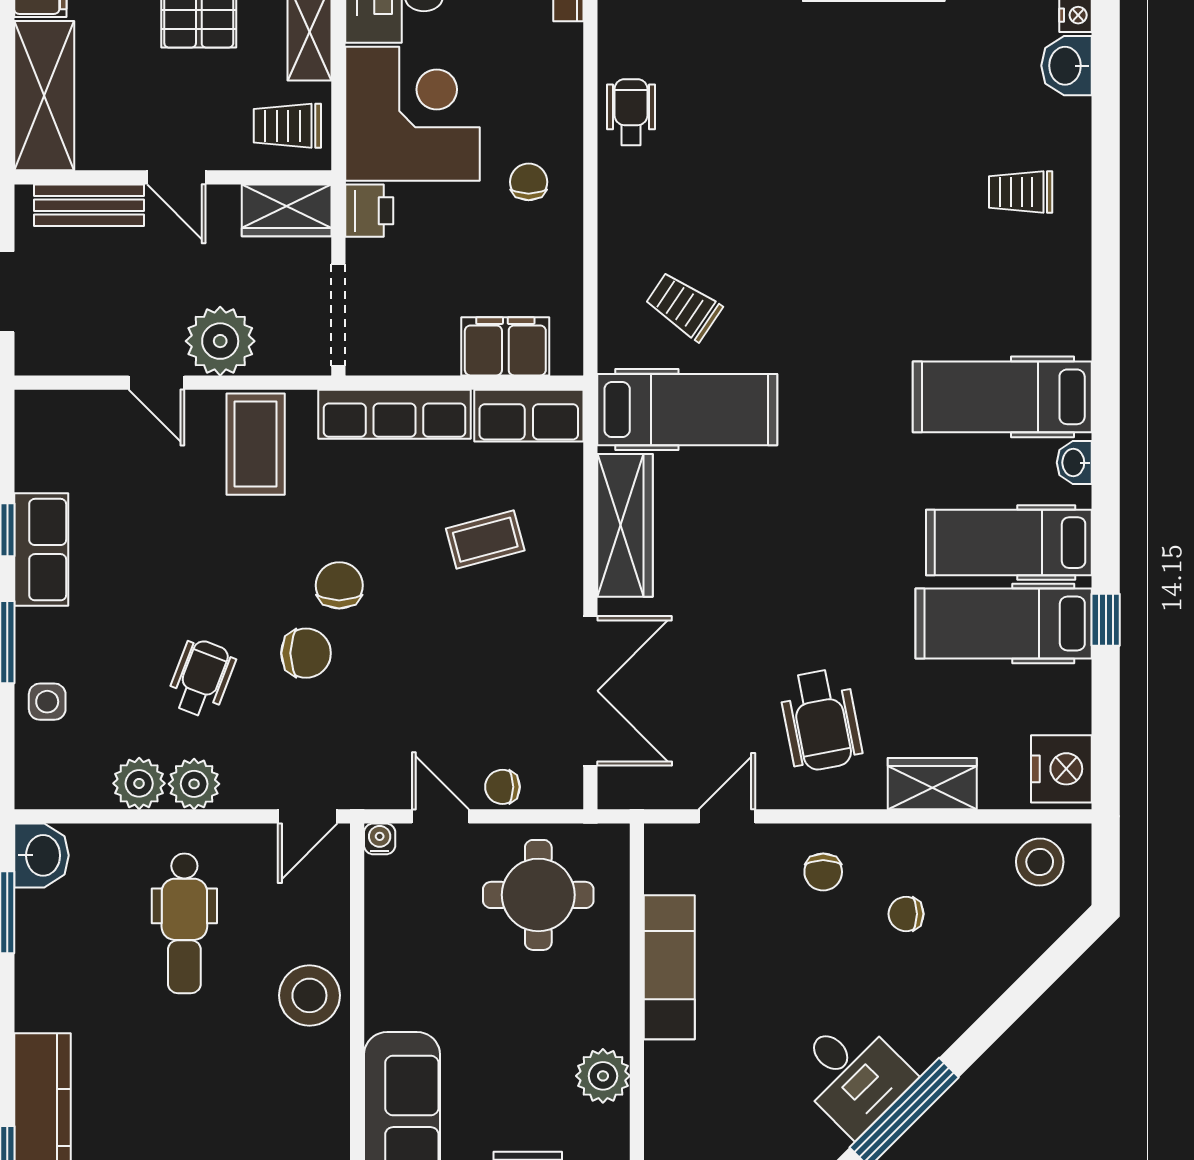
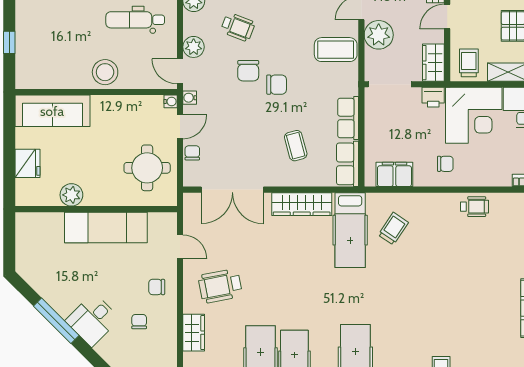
filing cabinet: (505, 346) -> (394, 174), moved, turned -90
row of seats: (394, 414) -> (348, 118), width x0.68
plant: (194, 784) -> (194, 47), moved
water cooler: (371, 793) -> (190, 98), added
exam couch: (669, 967) -> (106, 227), width x1.36, depth x1.45
desk: (852, 1074) -> (93, 320), moved

